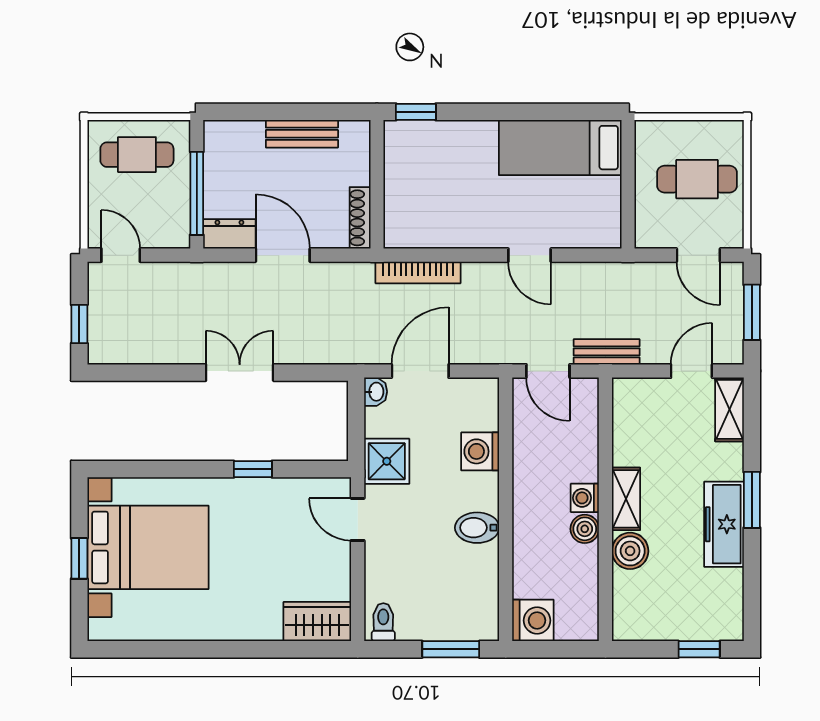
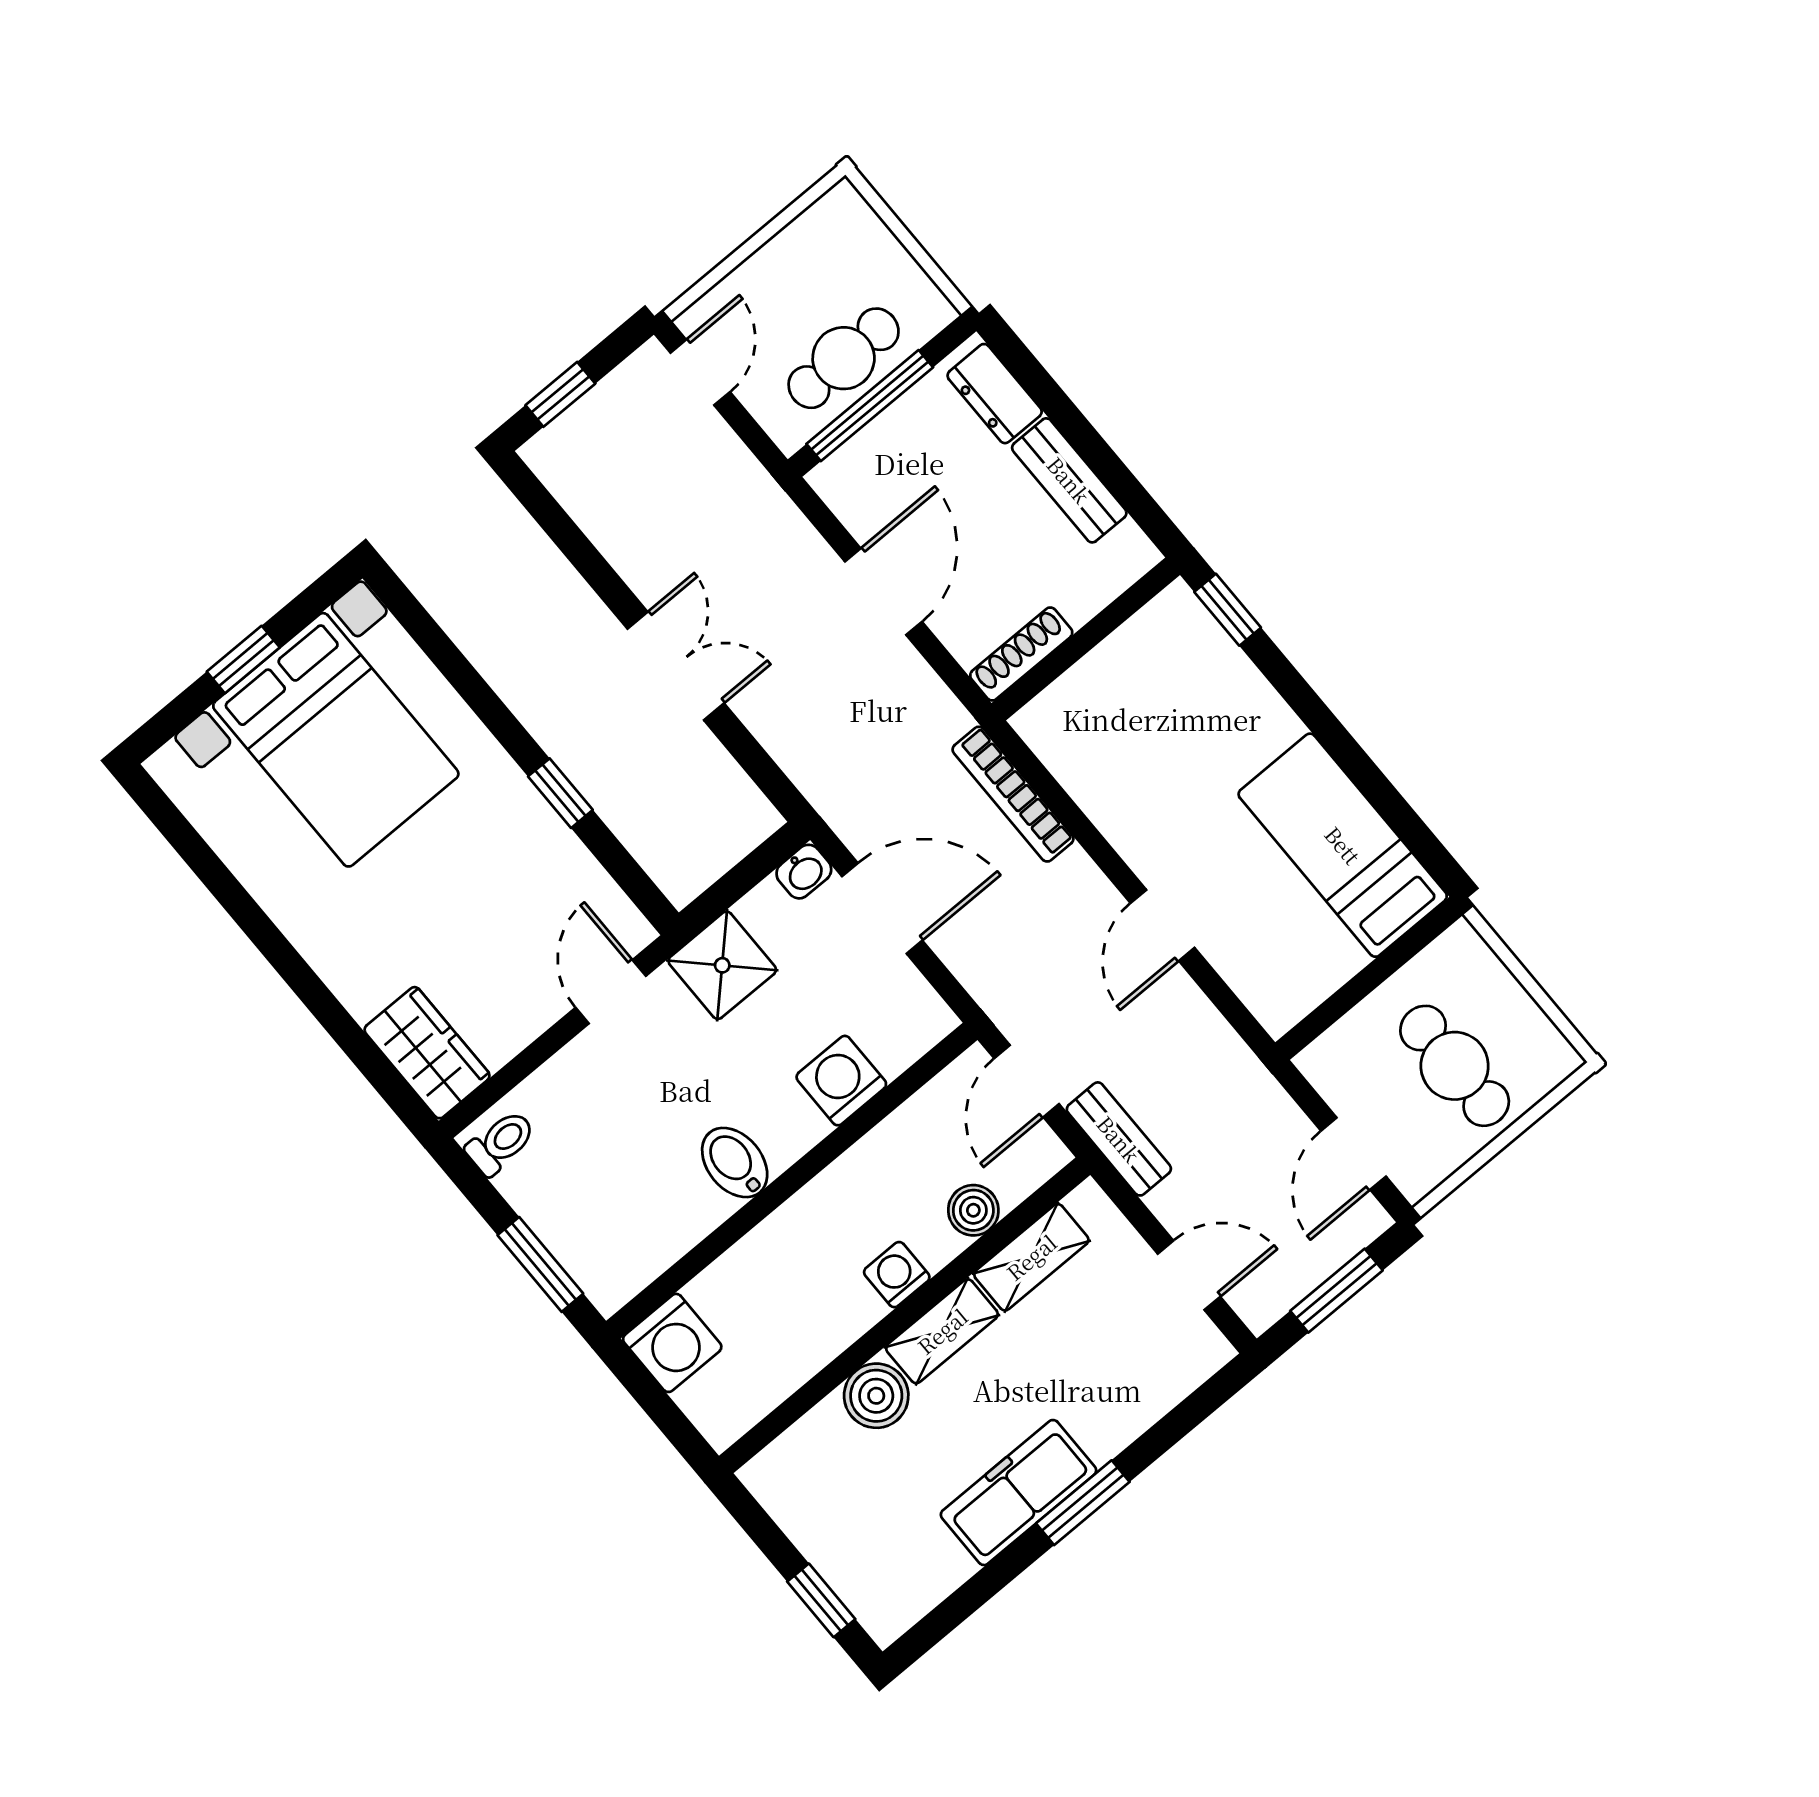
cafe table: (137, 155) -> (844, 358), moved, turned 90
dresser: (229, 234) -> (995, 394), moved, turned 180
shelving: (729, 409) -> (1031, 1257), moved
boiler: (585, 529) -> (973, 1210), moved

